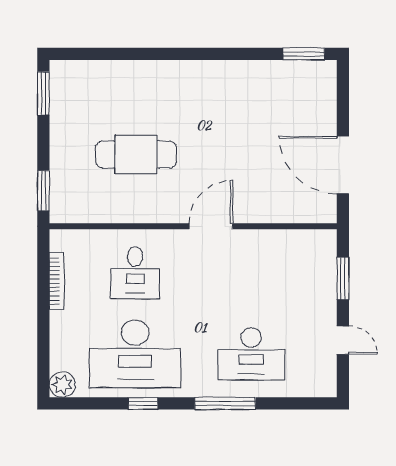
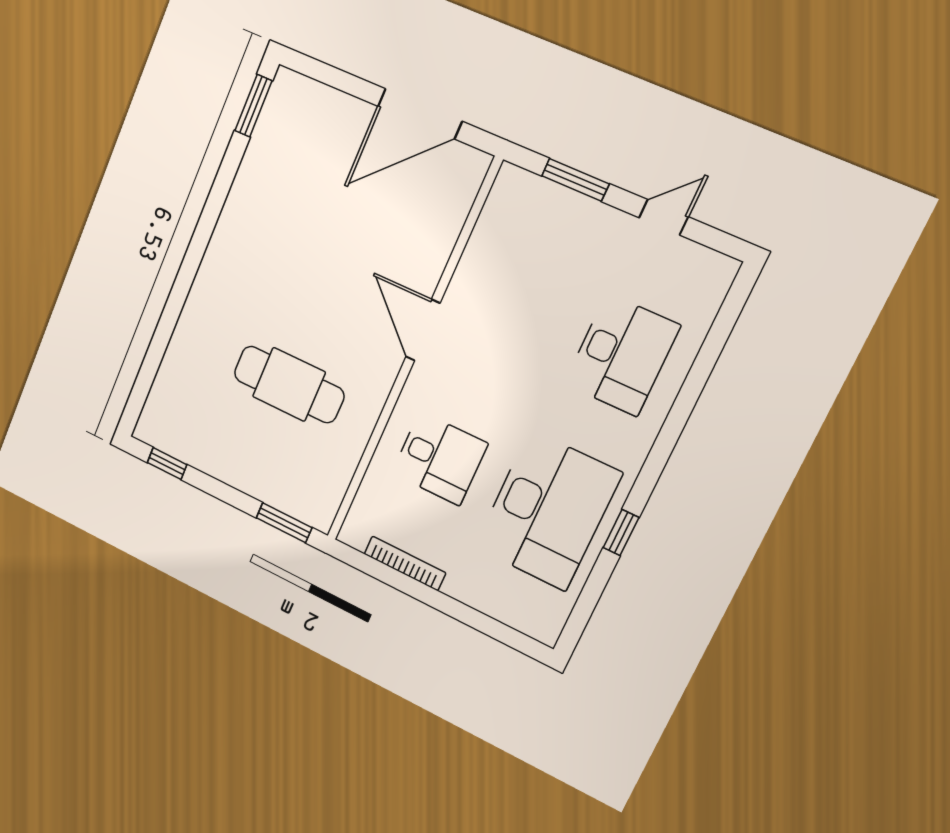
window: (43, 93) -> (167, 464), width x0.67
cafe table: (136, 154) -> (289, 384), turned 90
plant: (62, 385) -> (544, 624), removed
window: (225, 403) -> (675, 423), removed

